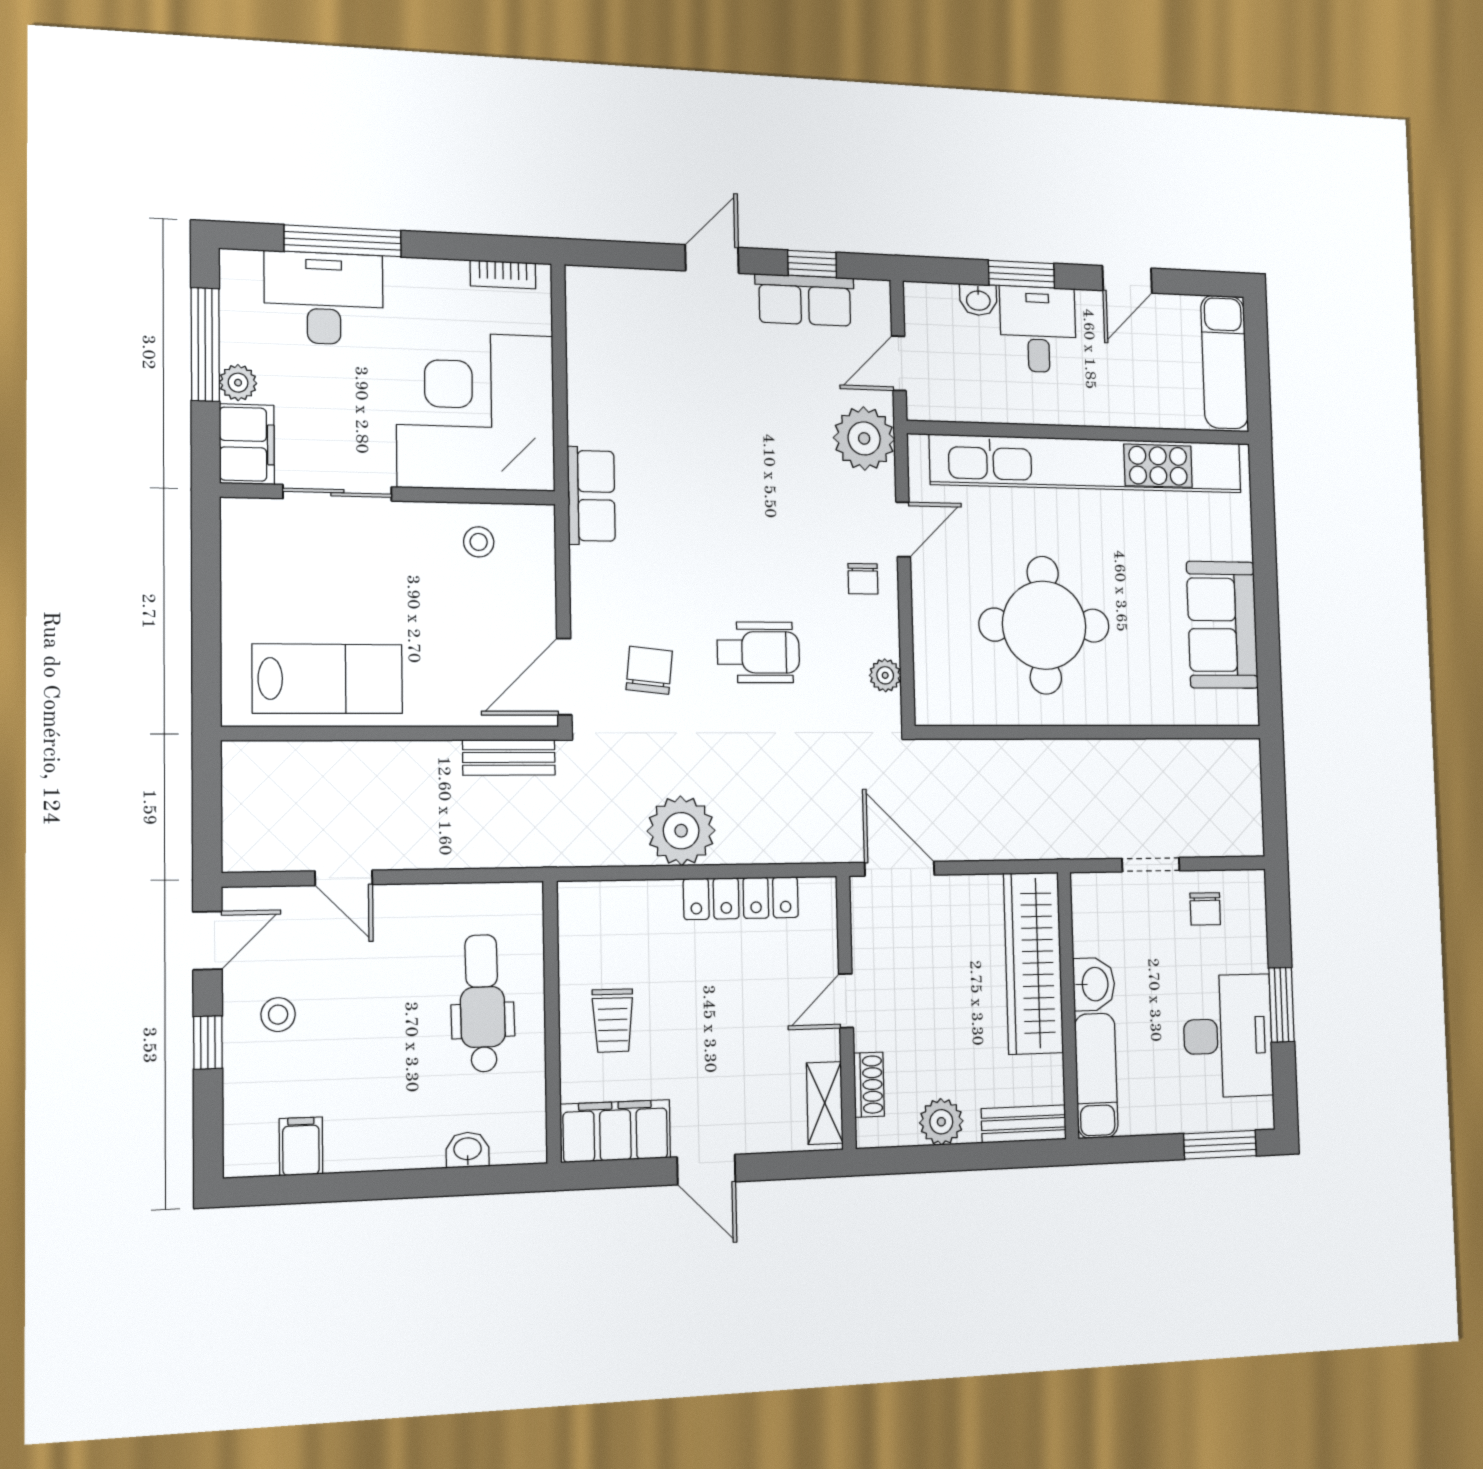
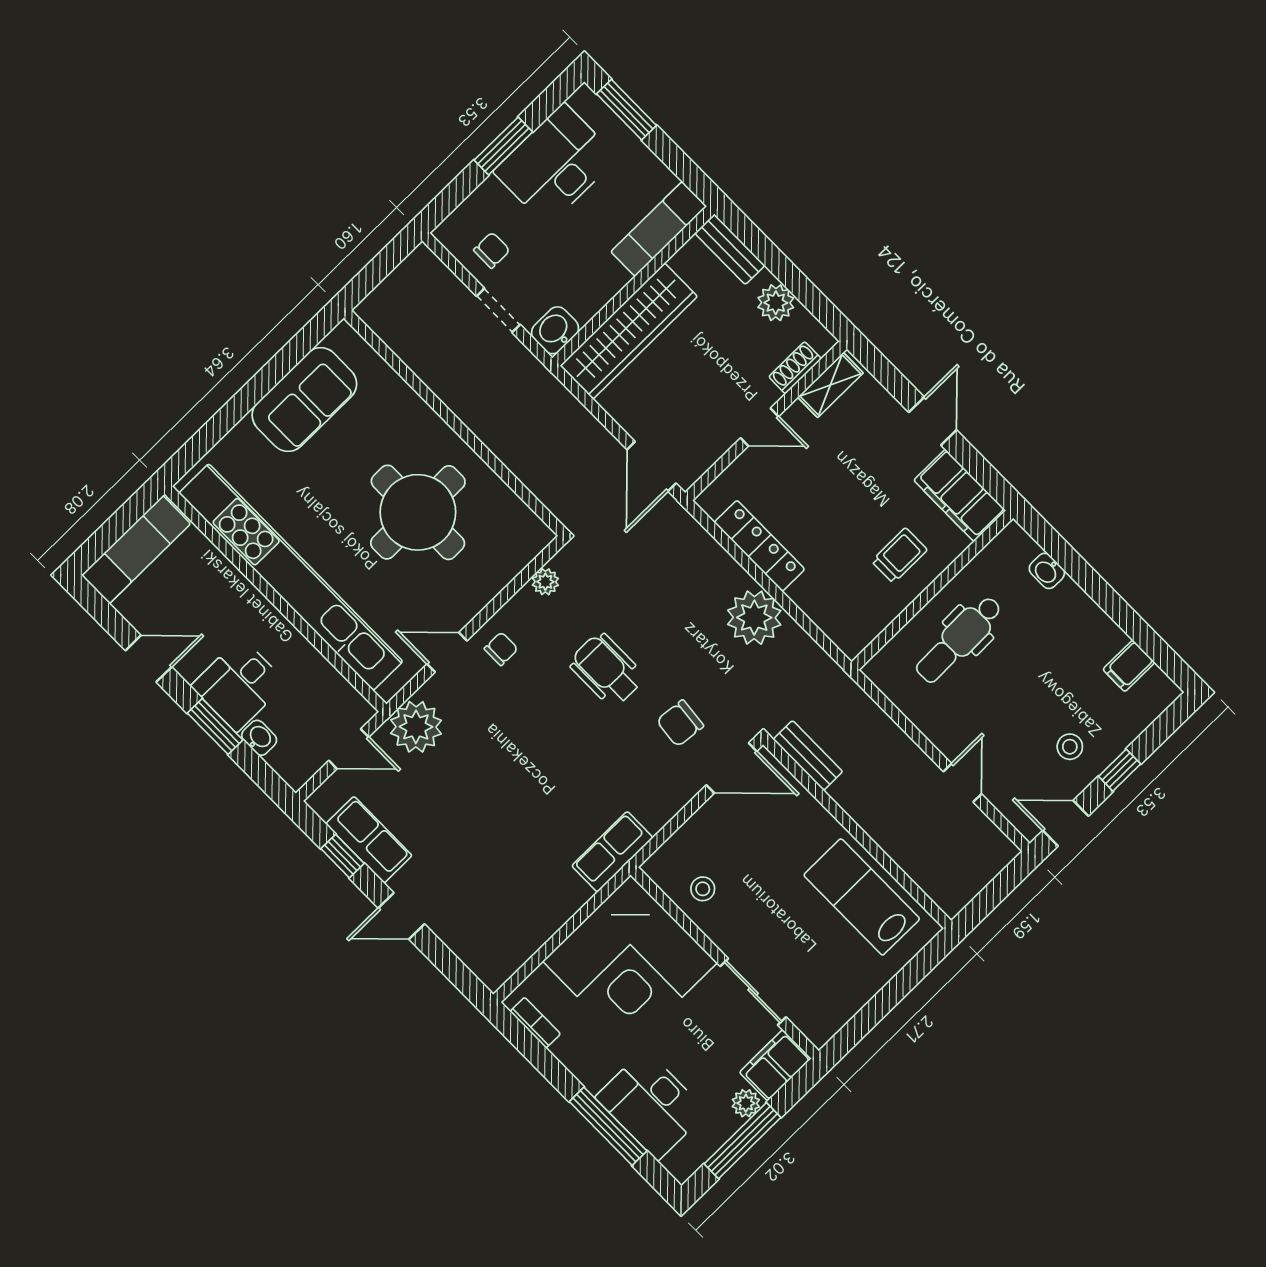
washbasin: (1094, 984) -> (555, 330), moved

